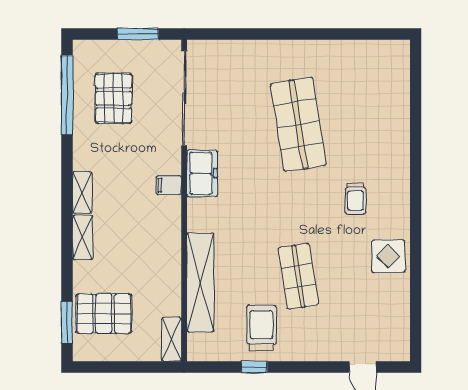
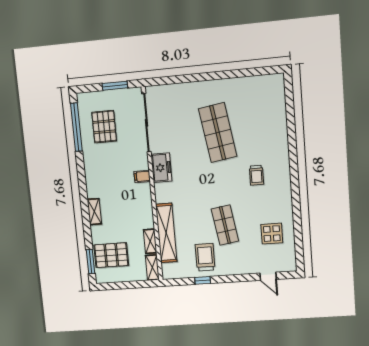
shelving: (82, 192) -> (150, 241), moved
display table: (388, 256) -> (272, 234), moved

